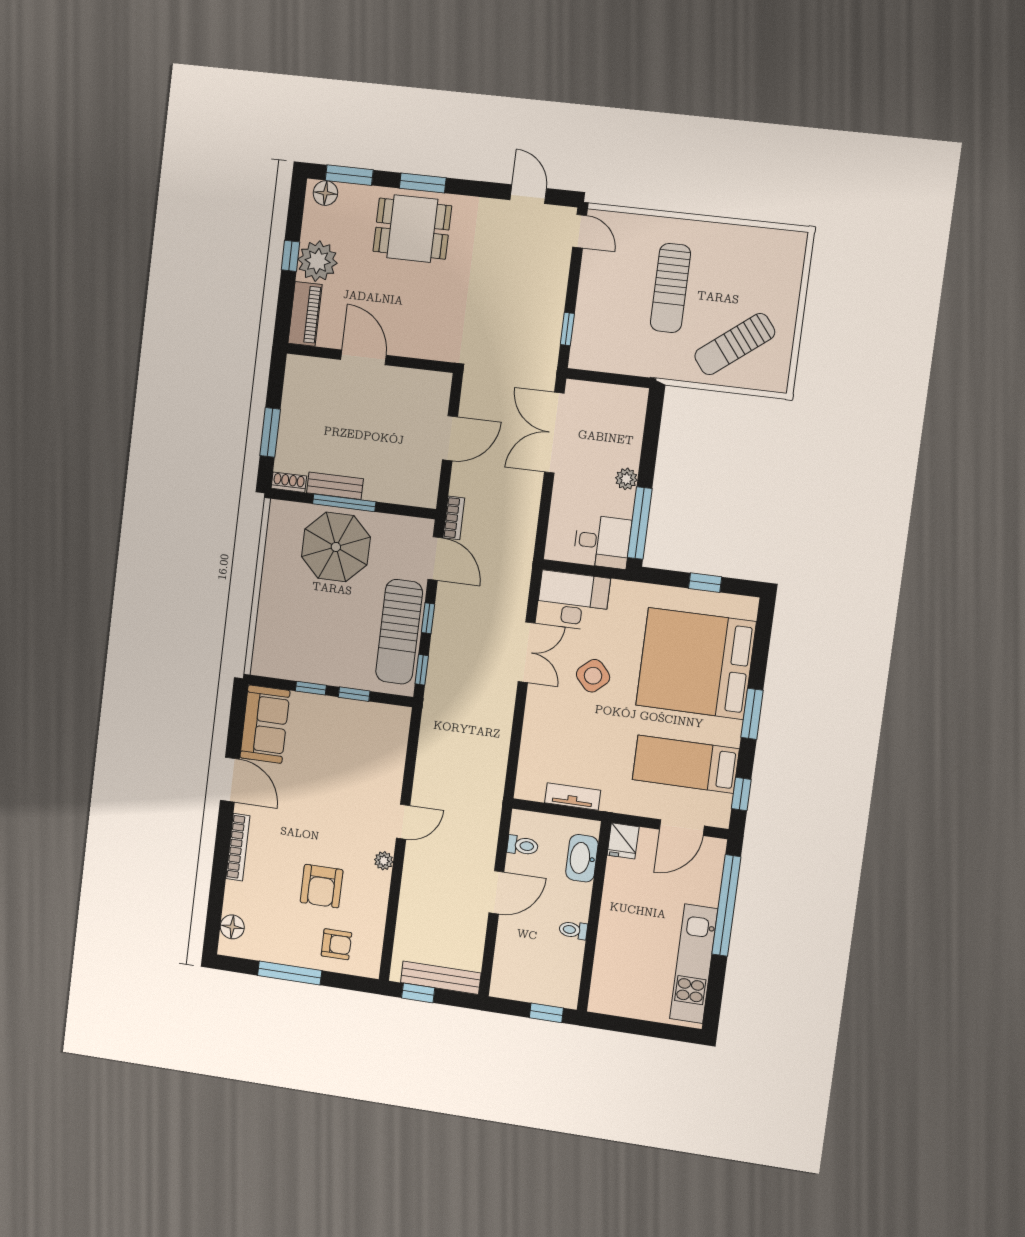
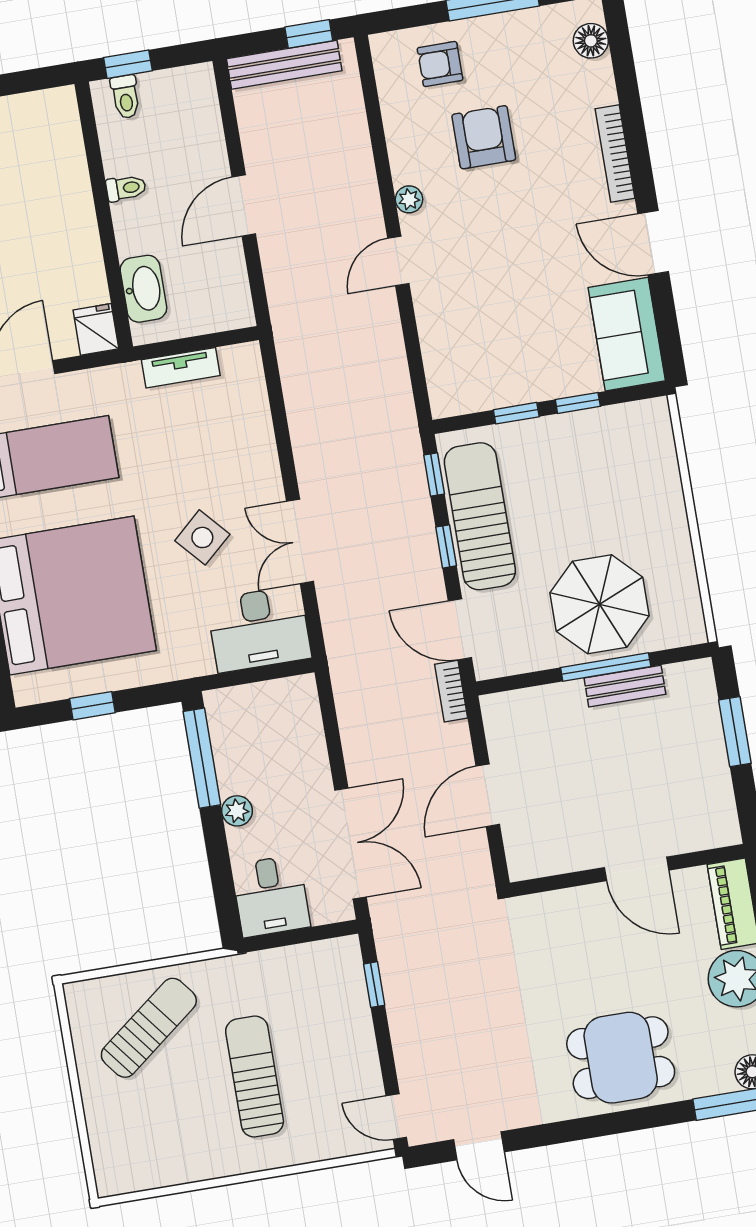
window: (423, 183) -> (624, 1122), removed
shoe rack: (289, 482) -> (690, 672), removed
desk: (602, 542) -> (271, 896), moved, turned -90
toilet: (523, 845) -> (125, 97), moved, turned -90

